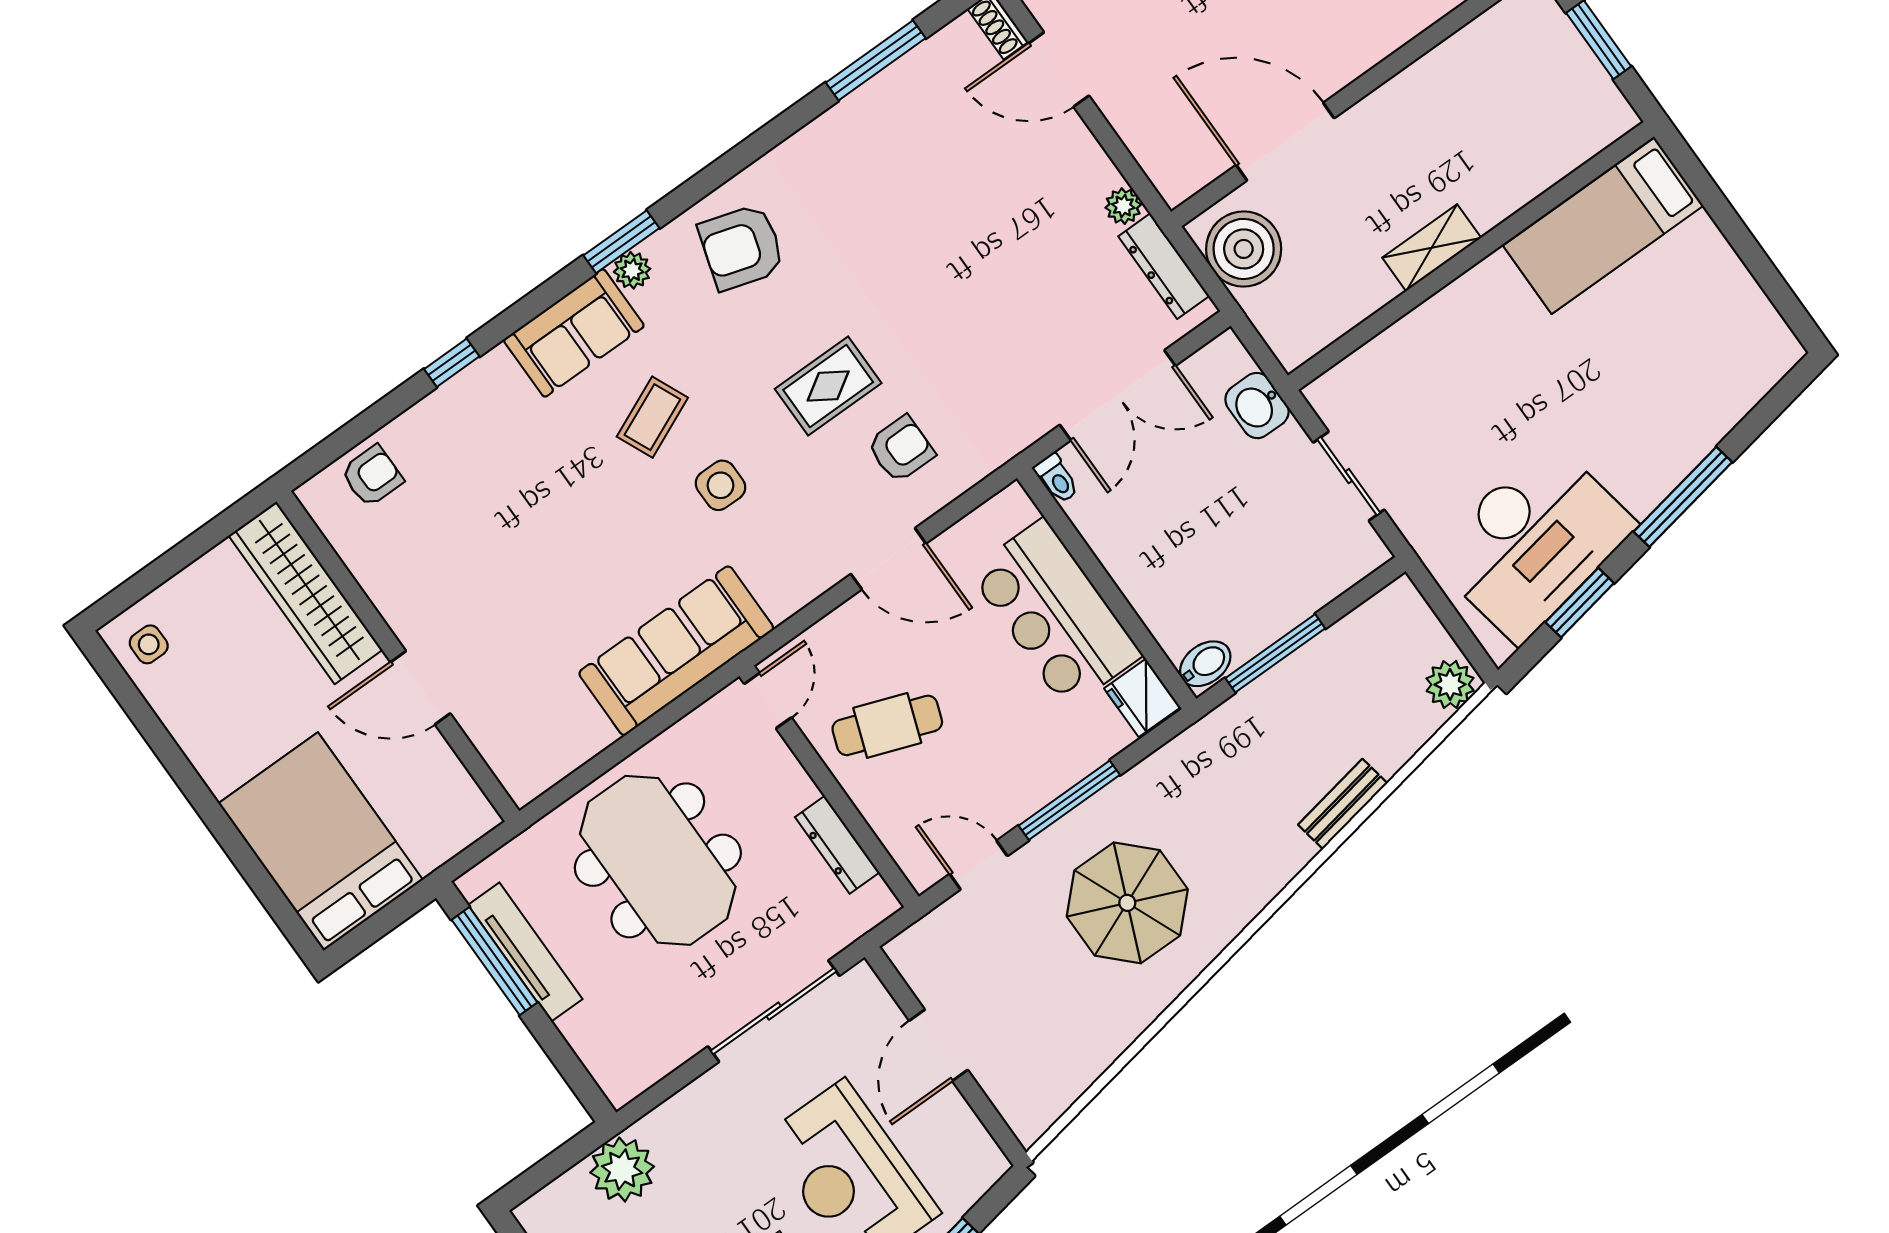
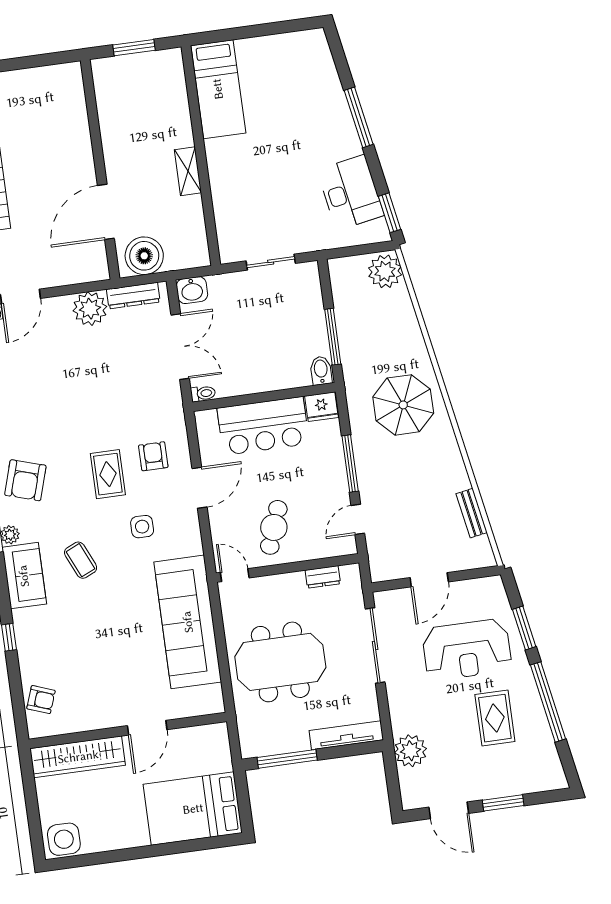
plant: (1123, 206) -> (90, 309), width x1.88, depth x1.88
washbasin: (1257, 406) -> (192, 290), moved
armchair: (372, 476) -> (41, 700), turned 110
side table: (720, 485) -> (142, 527), moved
desk: (1533, 541) -> (350, 193), width x0.73, depth x0.77
window: (1580, 603) -> (390, 213), moved
side table: (149, 644) -> (64, 839), width x1.87, depth x1.87
sofa: (676, 651) -> (188, 622), width x1.36, depth x1.27
plant: (1450, 685) -> (385, 271), width x1.36, depth x1.36
bench: (1343, 804) -> (472, 513), moved
dresser: (837, 845) -> (323, 577), width x0.70
parasol: (1127, 903) -> (403, 405), moved
tv unit: (525, 952) -> (346, 735), moved
door: (939, 1045) -> (429, 580), hinge flipped

